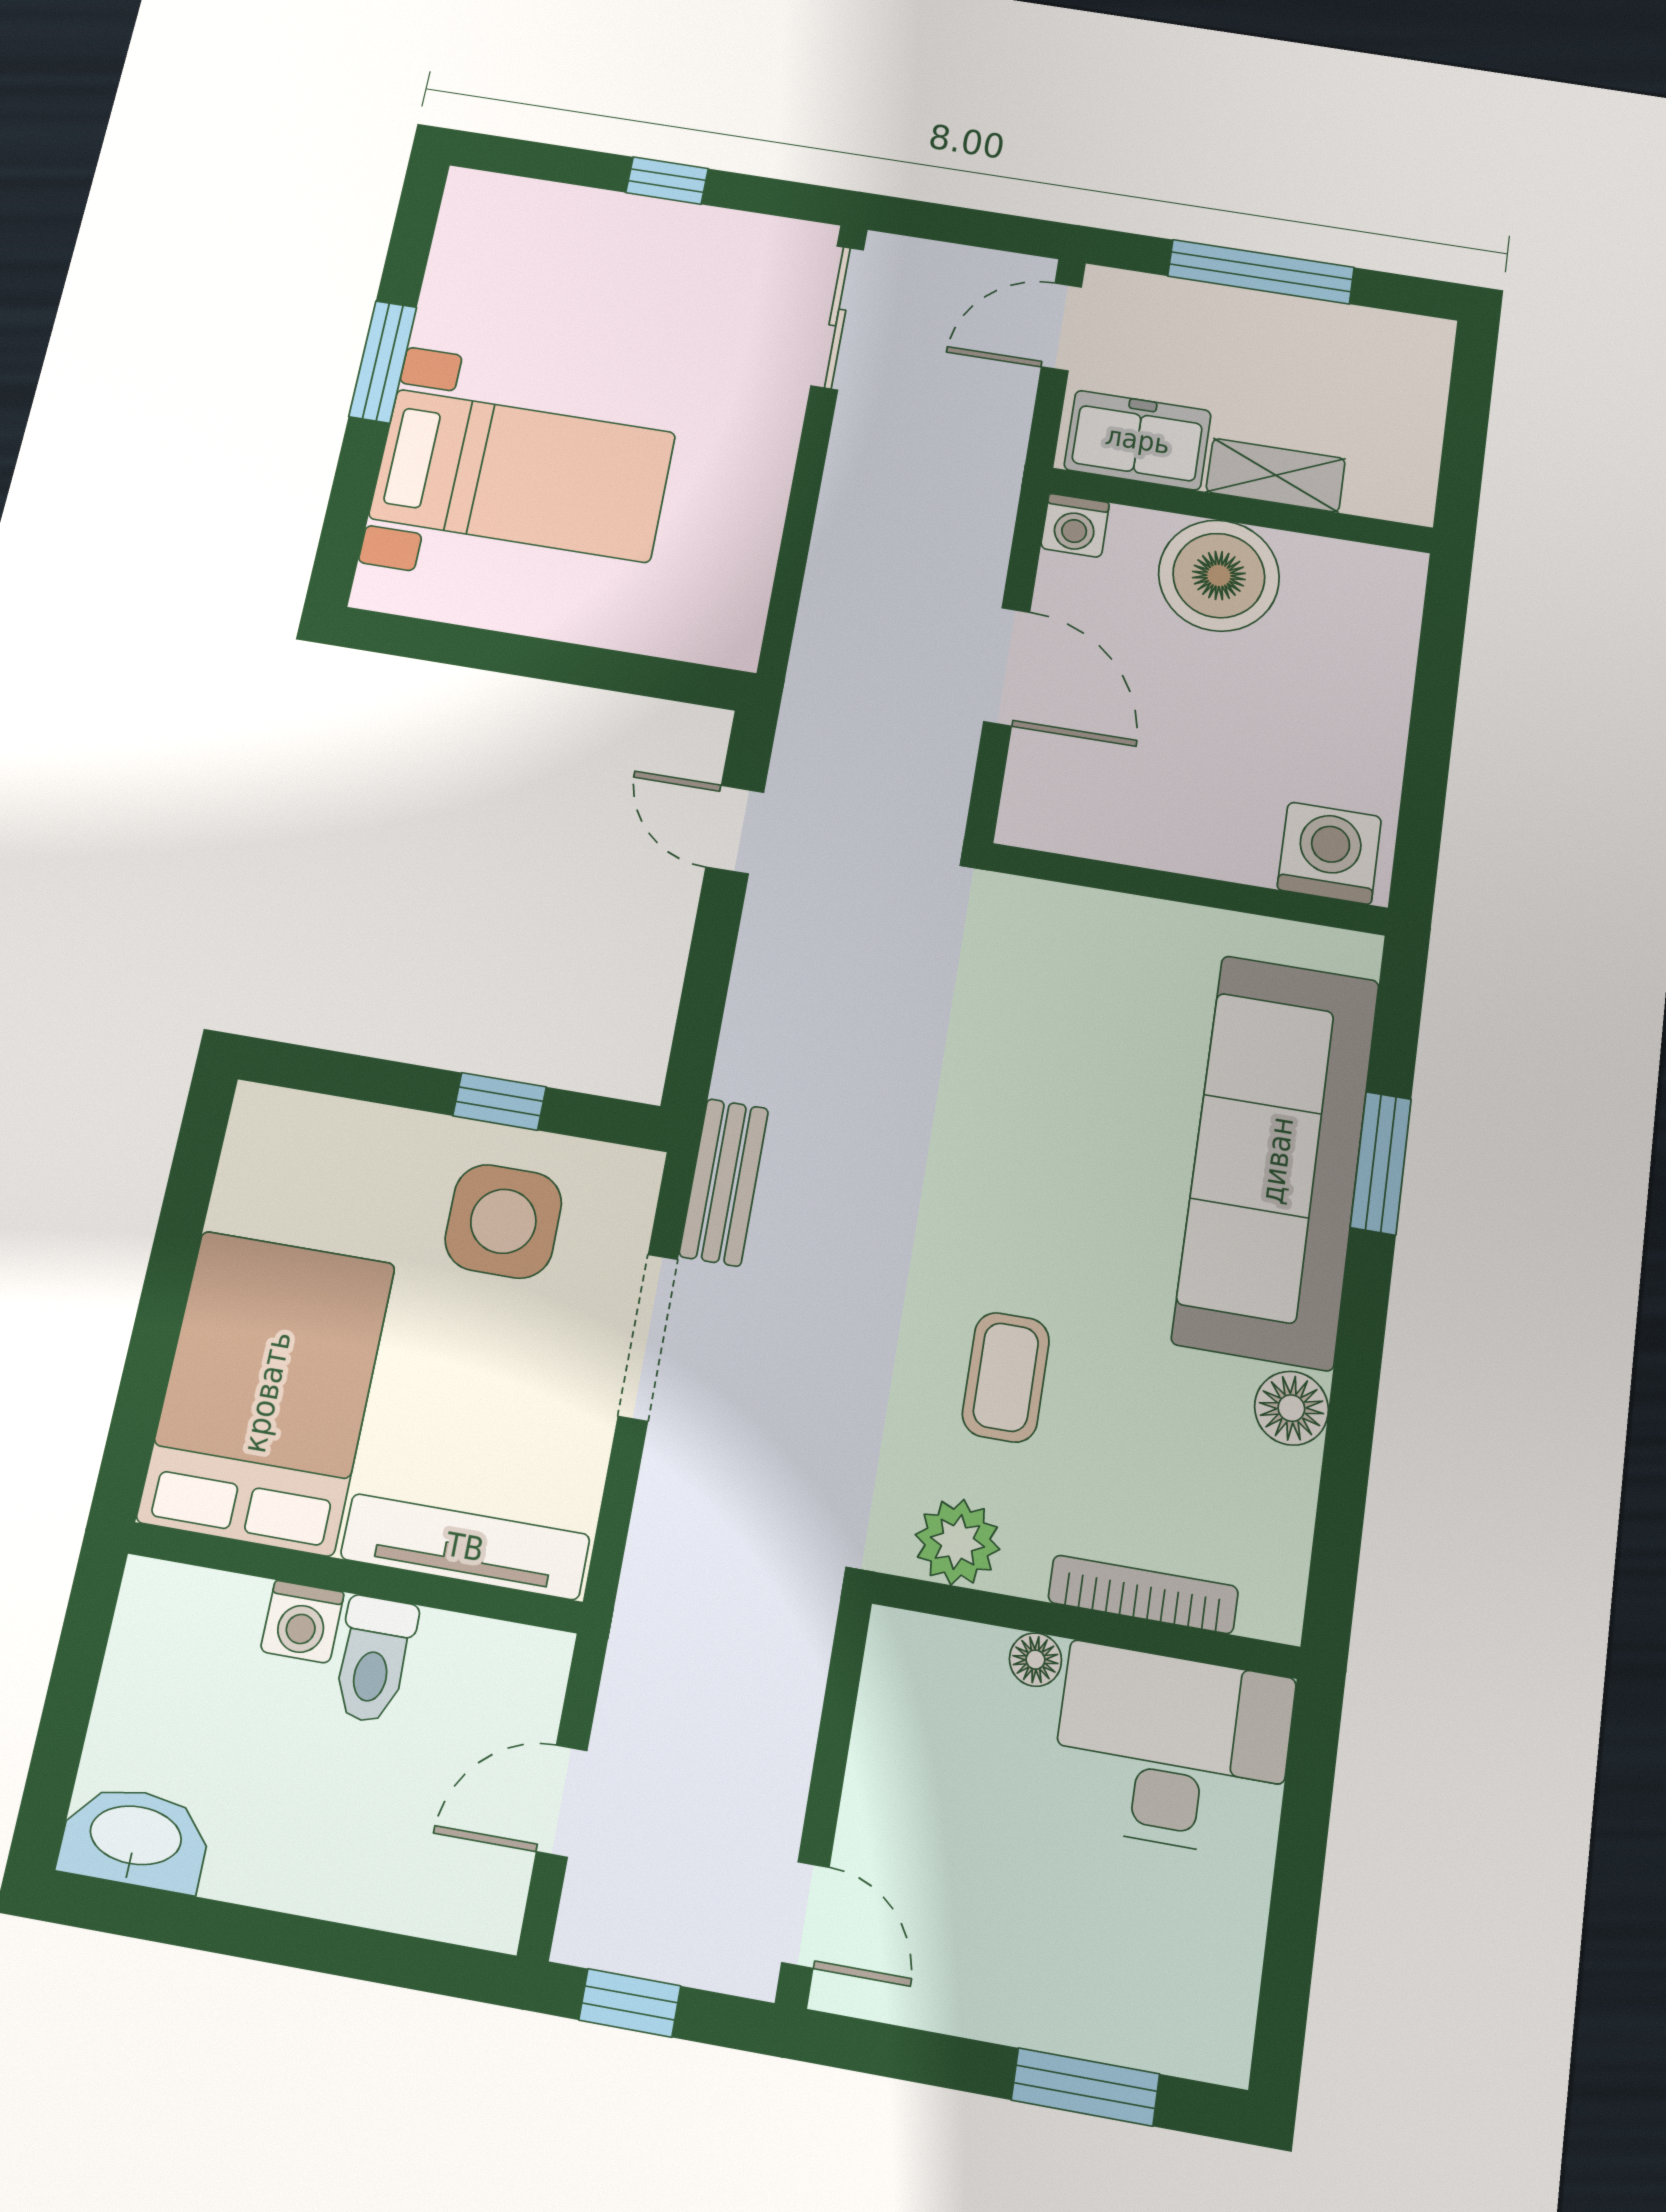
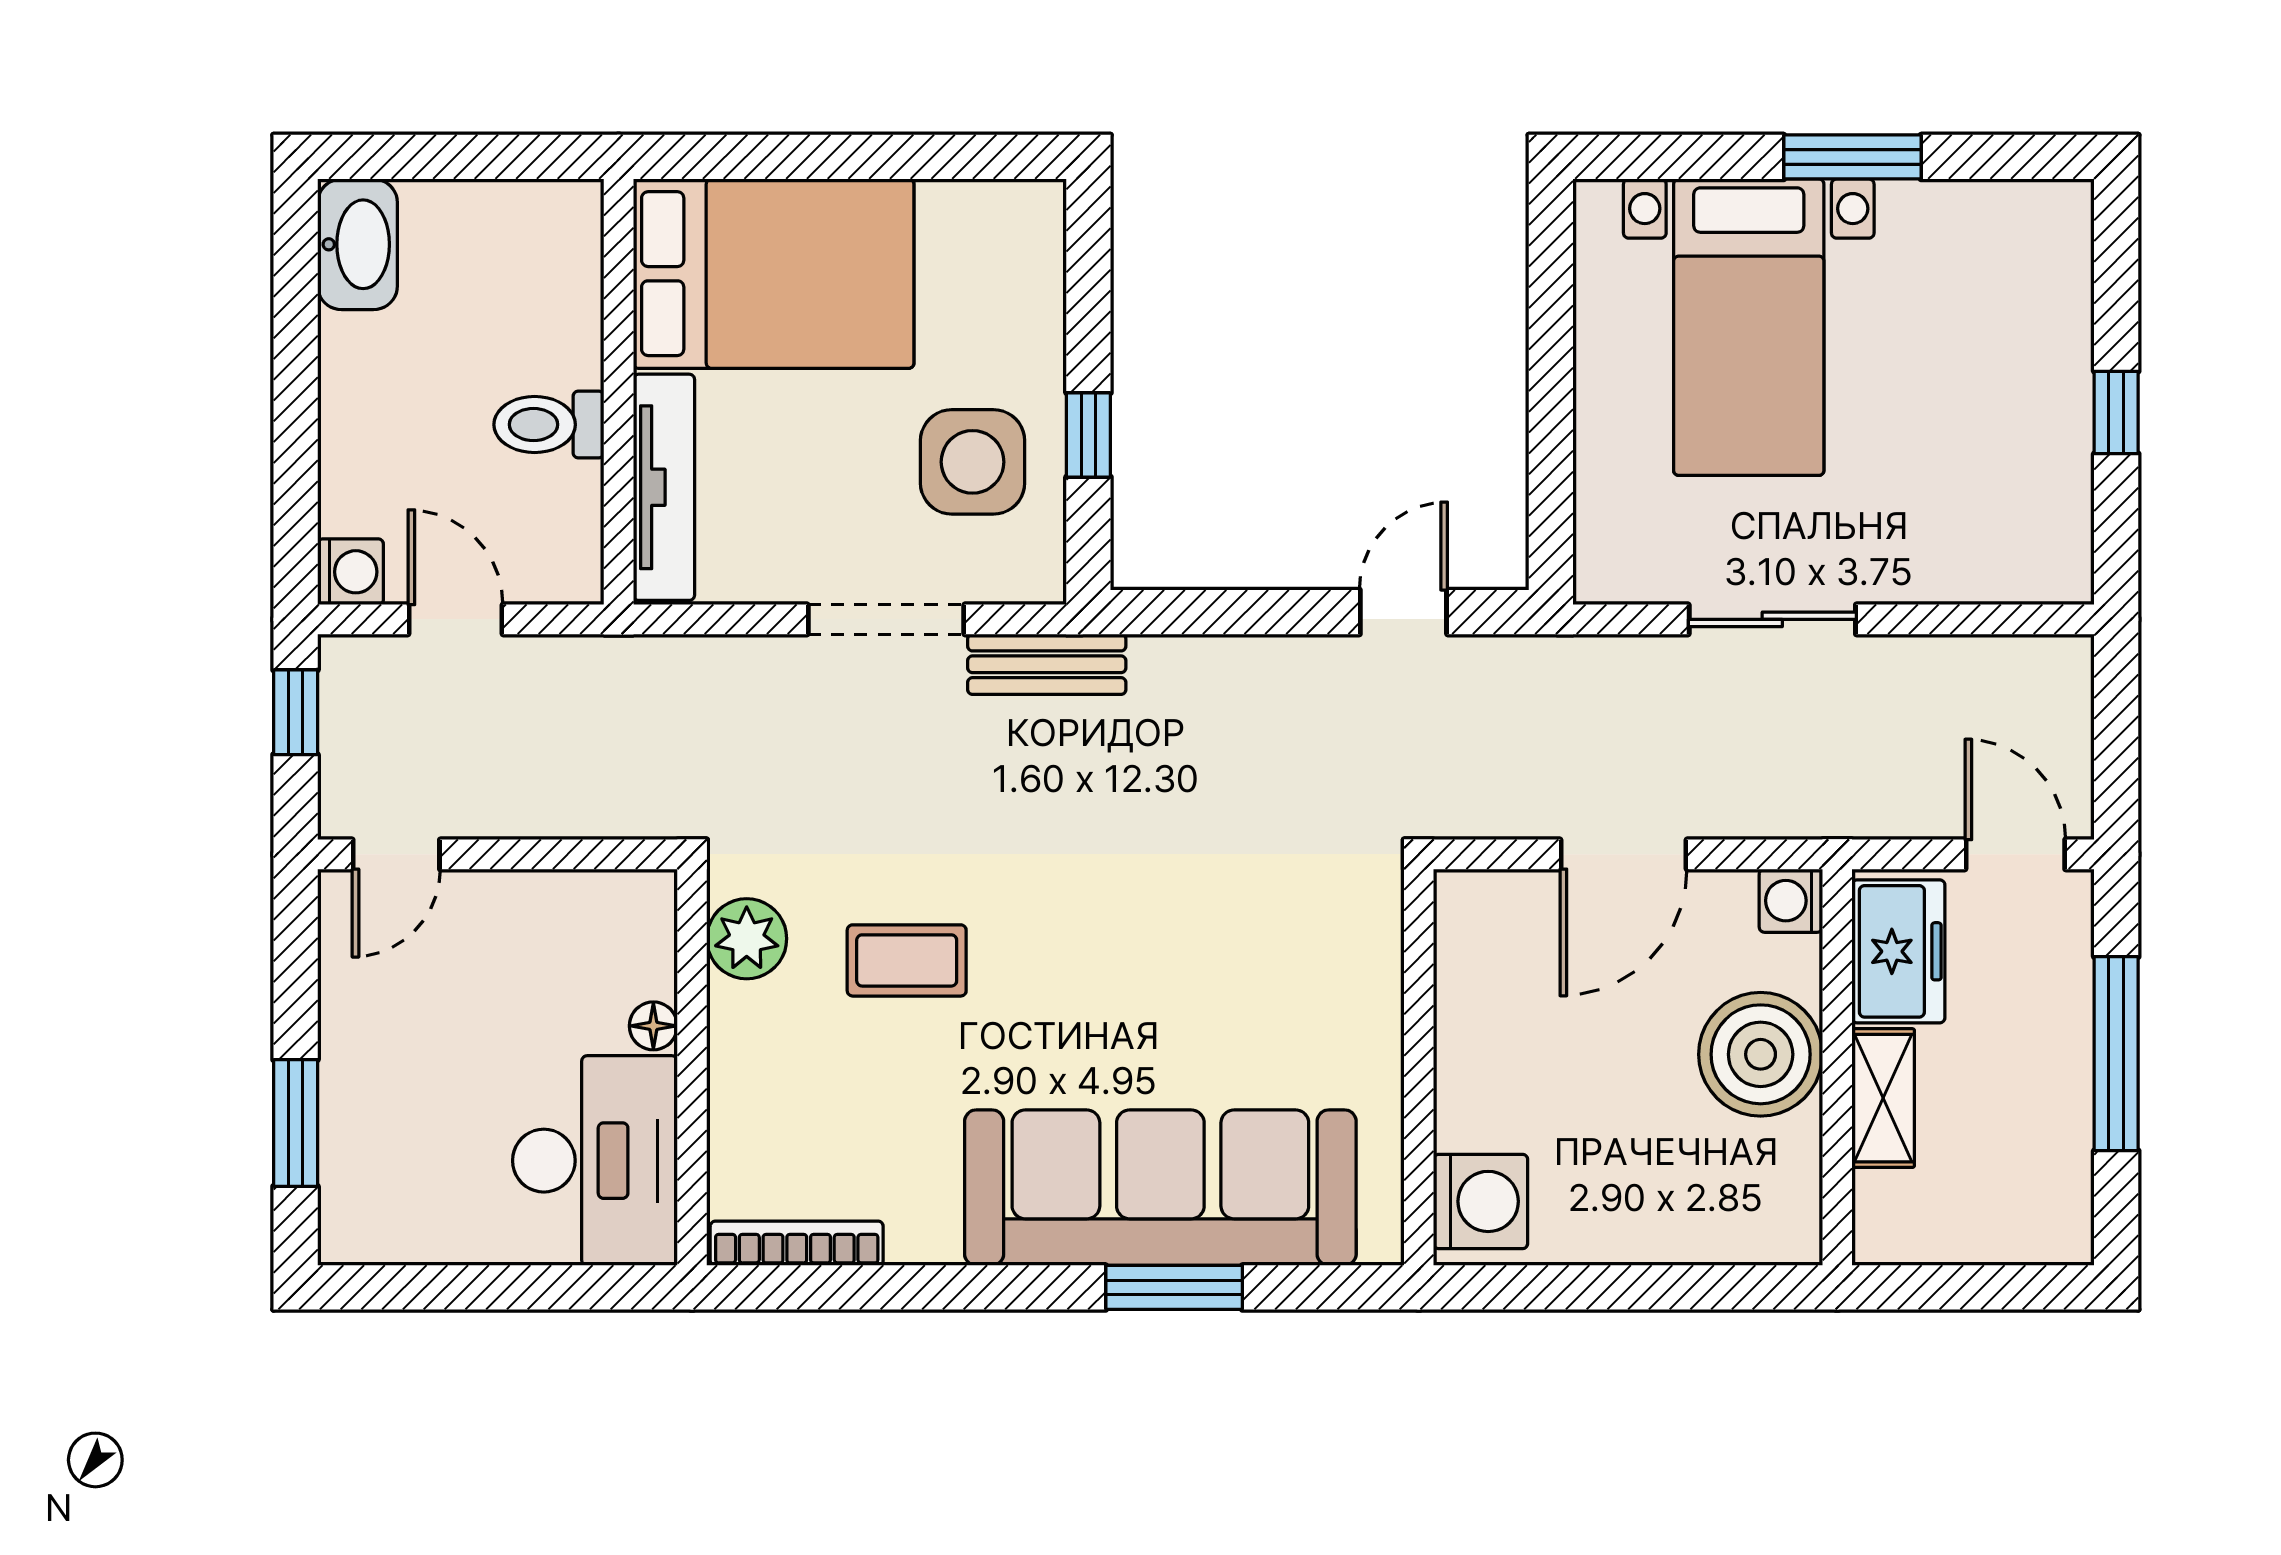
sliding door: (837, 317) -> (1772, 619), moved
floor lamp: (1291, 1408) -> (924, 1231), removed
bookcase: (1143, 1594) -> (797, 1243), moved, turned -90
washing machine: (302, 1622) -> (351, 572), moved, turned 180

